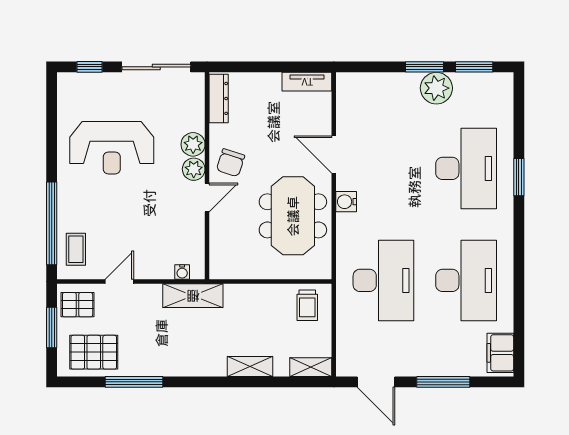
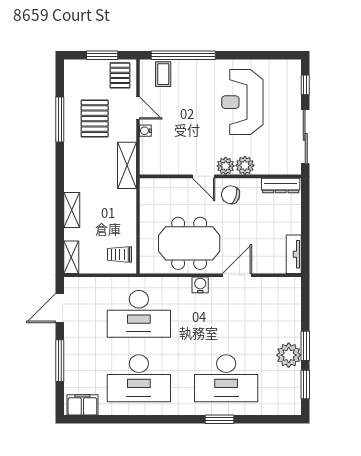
coffee table: (76, 249) -> (163, 74), turned 90
water cooler: (182, 272) -> (145, 131), moved
pallet: (94, 352) -> (95, 119), moved

